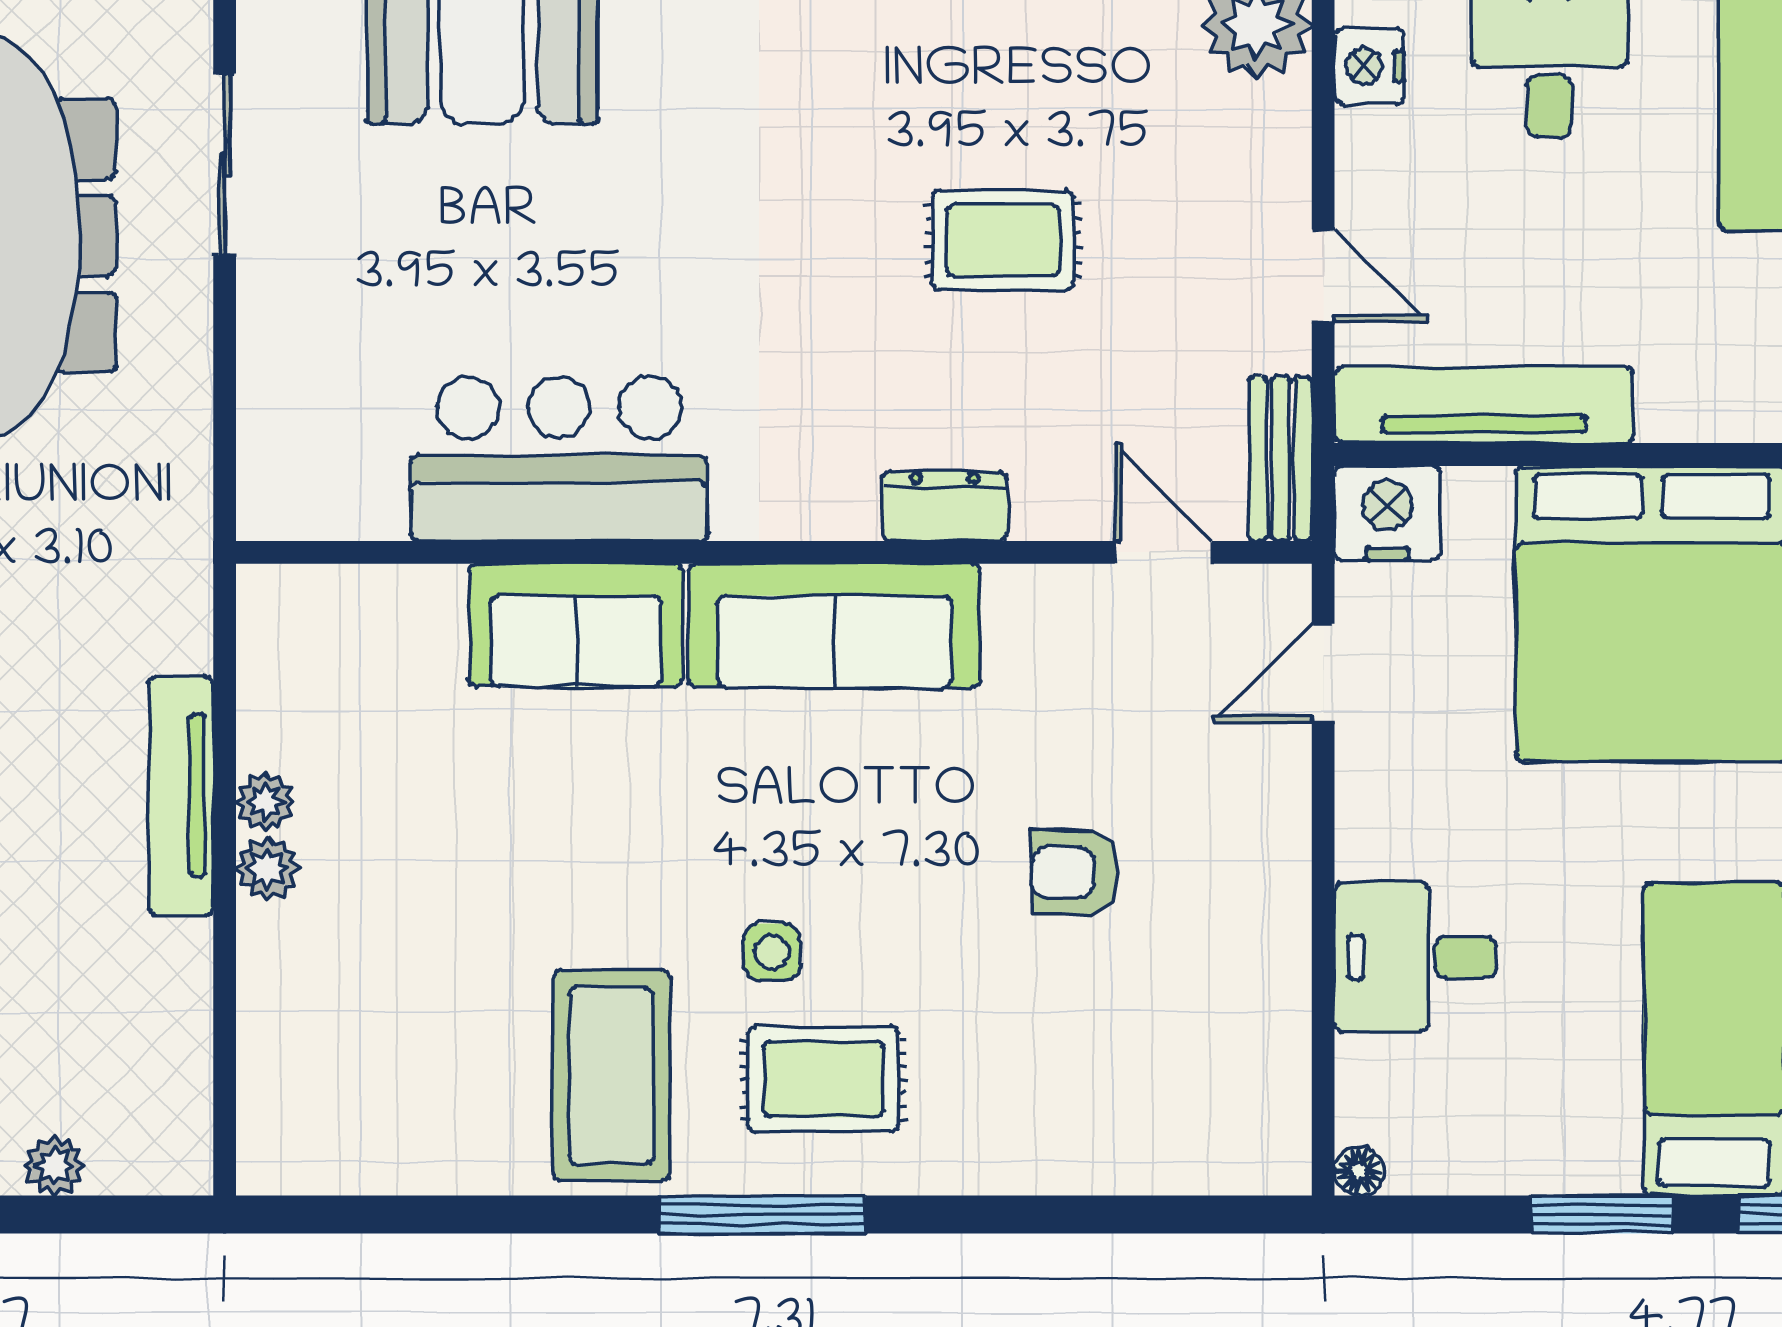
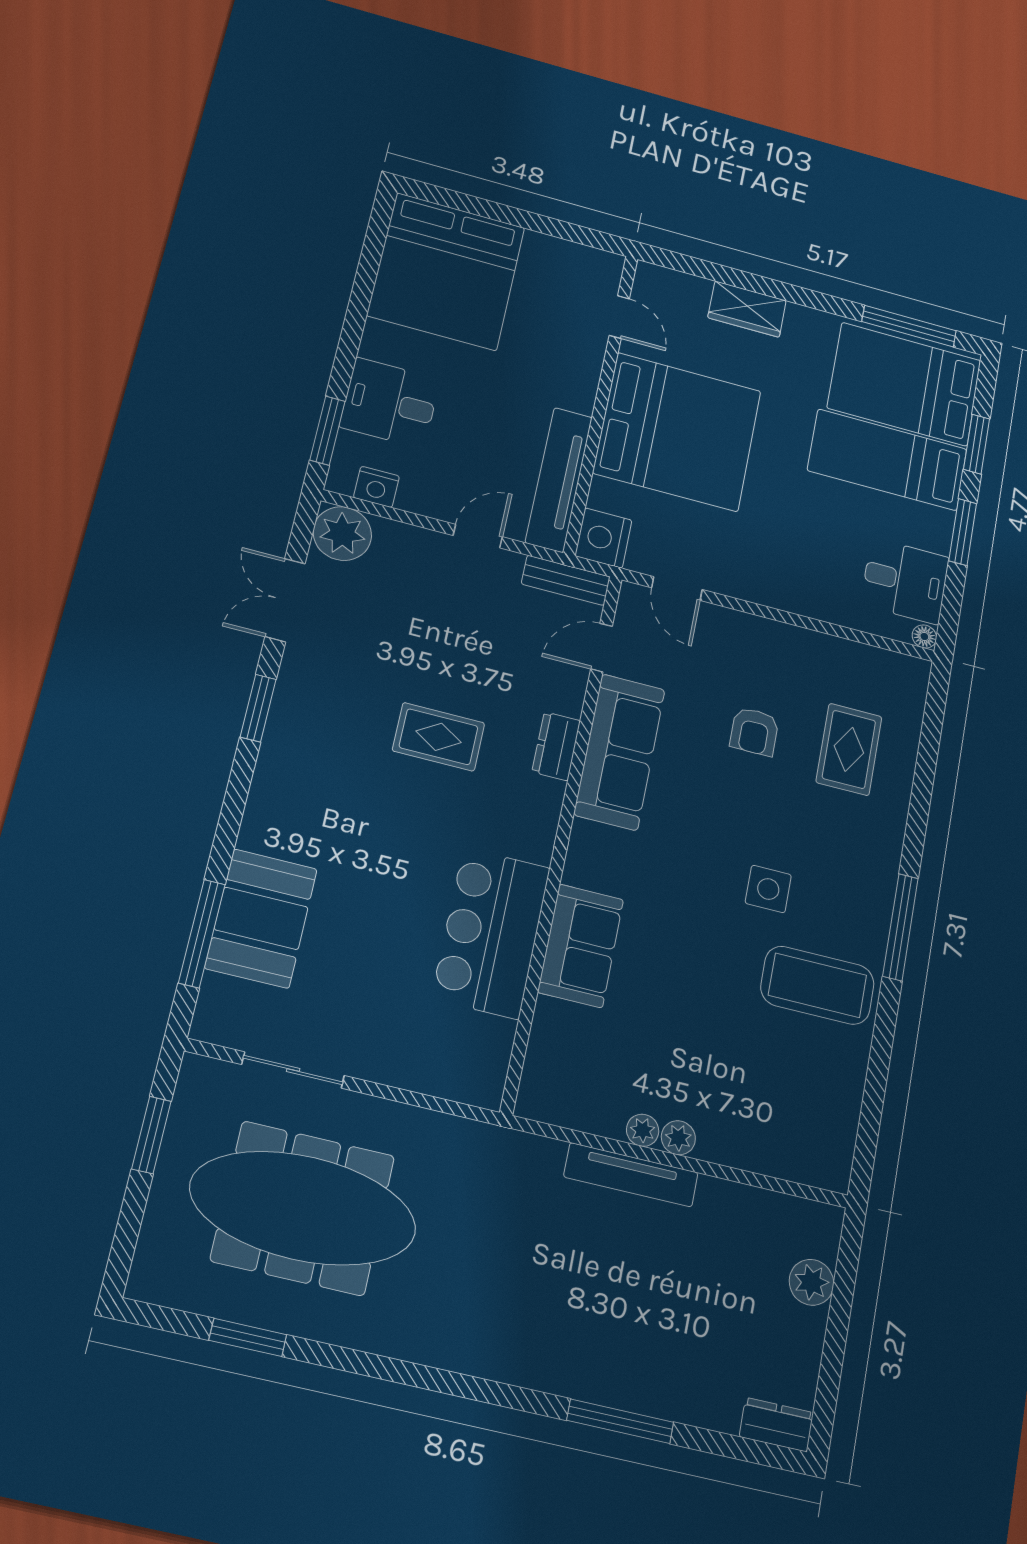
rug: (1003, 240) -> (438, 737), moved, turned 90
sofa: (834, 626) -> (620, 752), moved
side table: (772, 952) -> (768, 889), width x1.37, depth x1.37
desk: (1415, 957) -> (905, 581), moved, turned -90
rug: (823, 1079) -> (849, 749), moved
plant: (54, 1166) -> (811, 1282), width x1.38, depth x1.38

